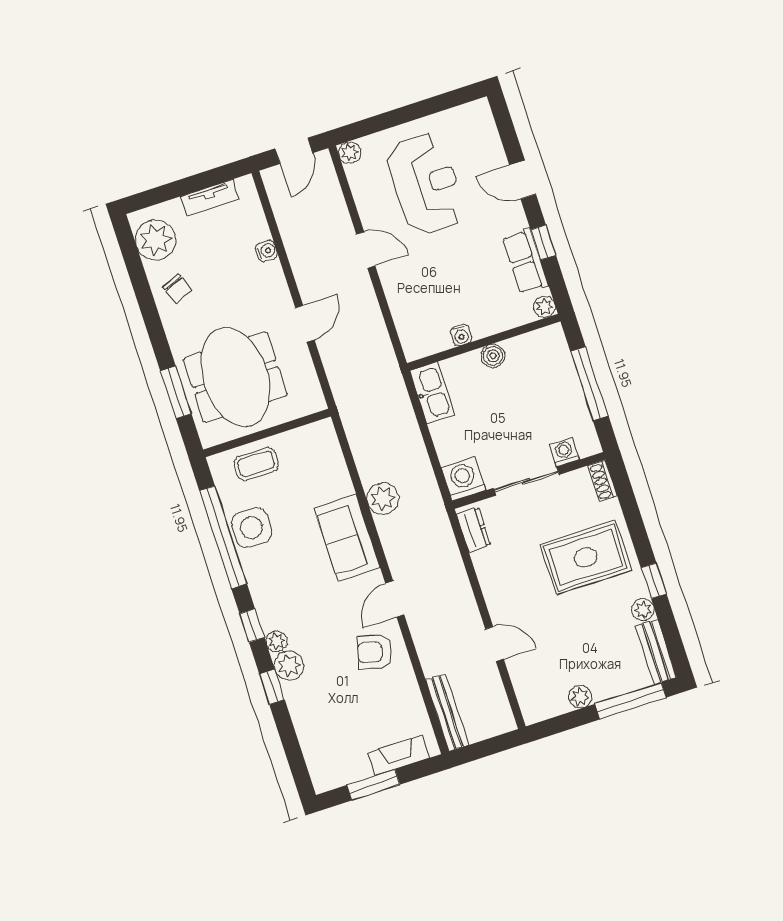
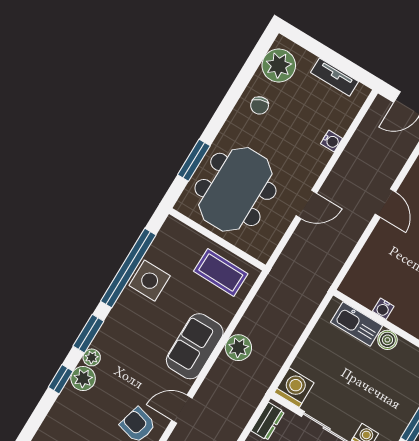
kitchen sink: (432, 393) -> (357, 324), moved, turned 90
coffee table: (256, 464) -> (221, 272), moved, width x1.36, depth x1.30
window: (252, 625) -> (88, 334), width x1.50

